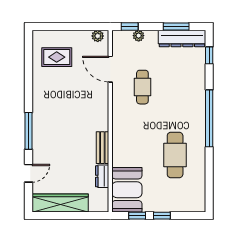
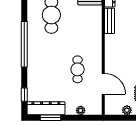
window: (130, 26) -> (88, 118), removed
plant: (98, 36) -> (127, 110), moved

